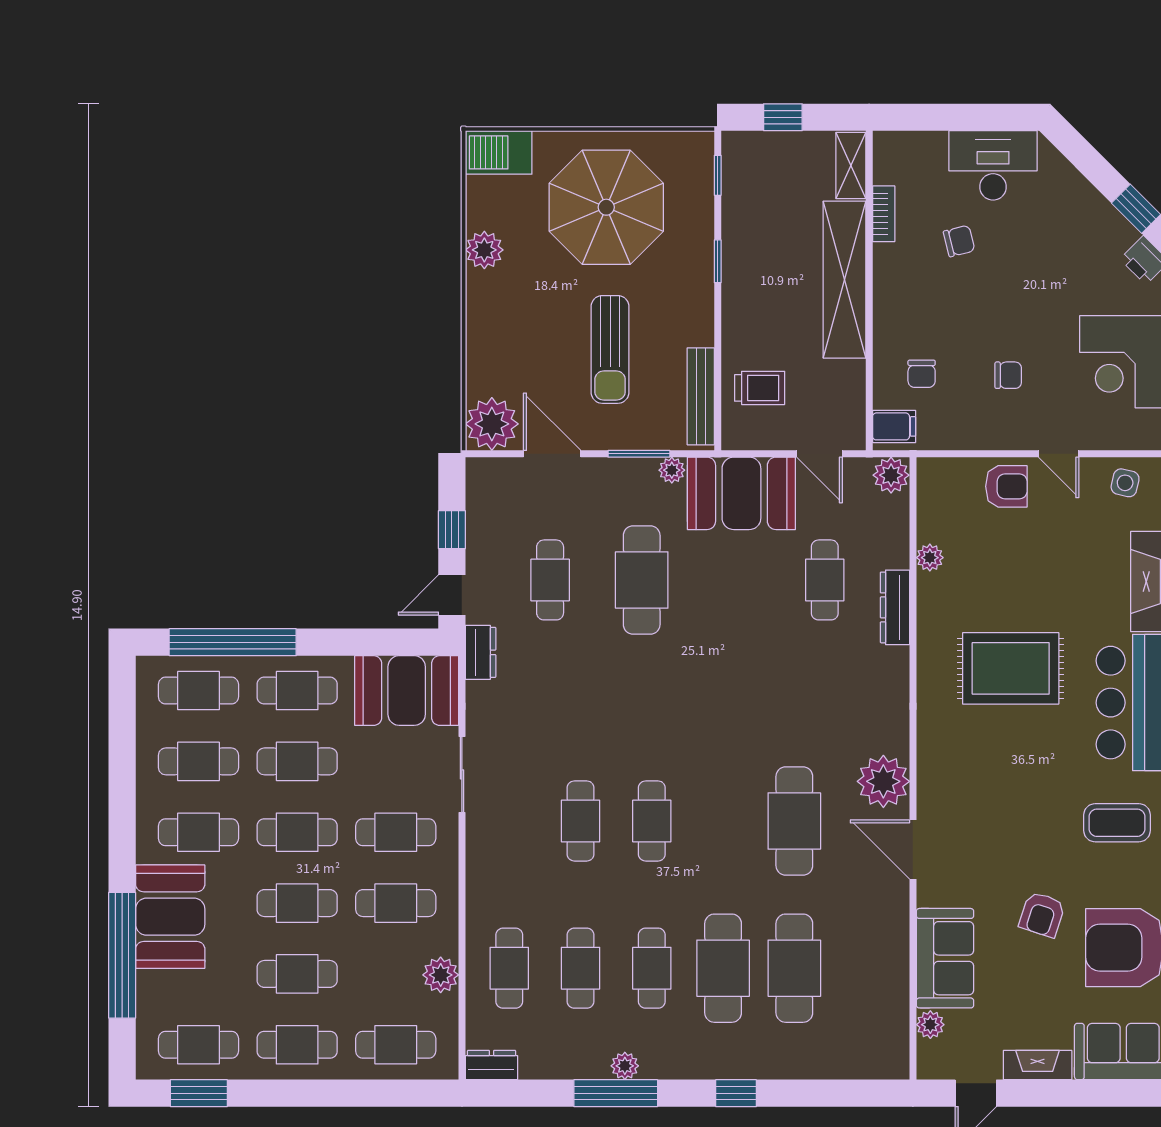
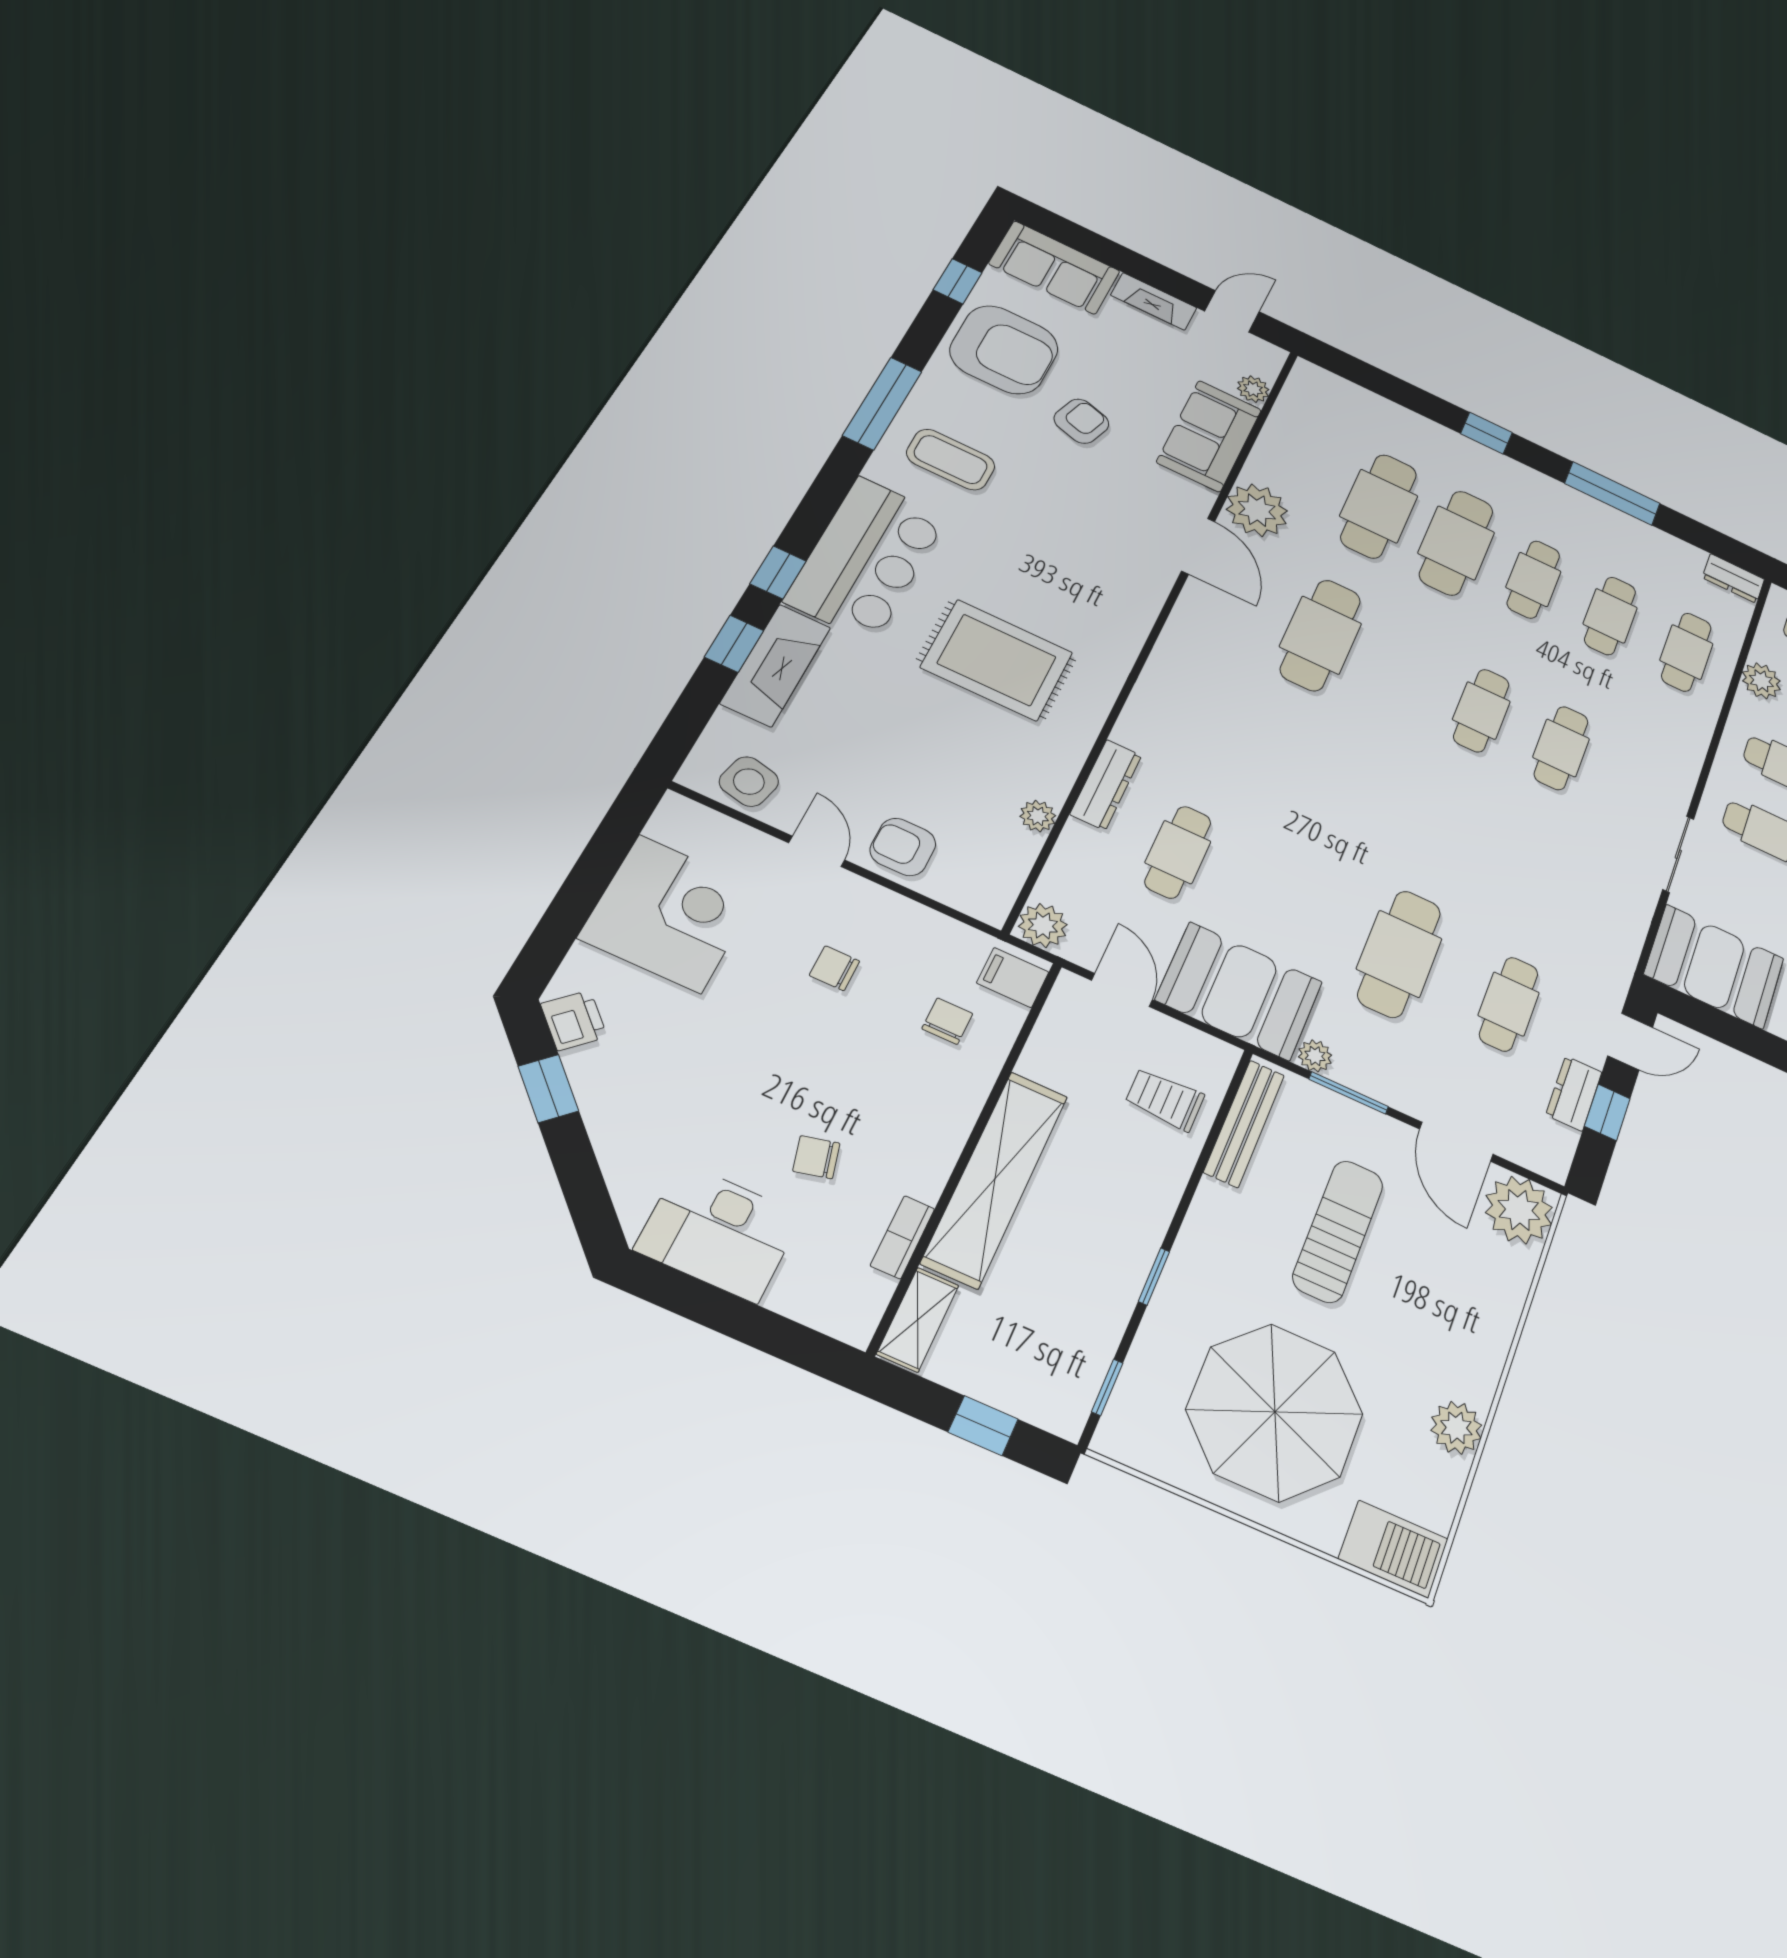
side table: (1125, 483) -> (749, 782), width x1.37, depth x1.37
dresser: (481, 652) -> (1574, 1093), moved
plant: (883, 781) -> (1257, 510), moved
plant: (625, 1066) -> (1594, 511), removed

